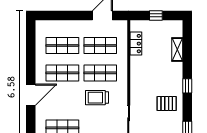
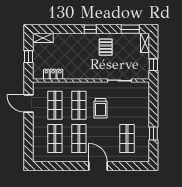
shelving: (177, 49) -> (43, 38), moved

